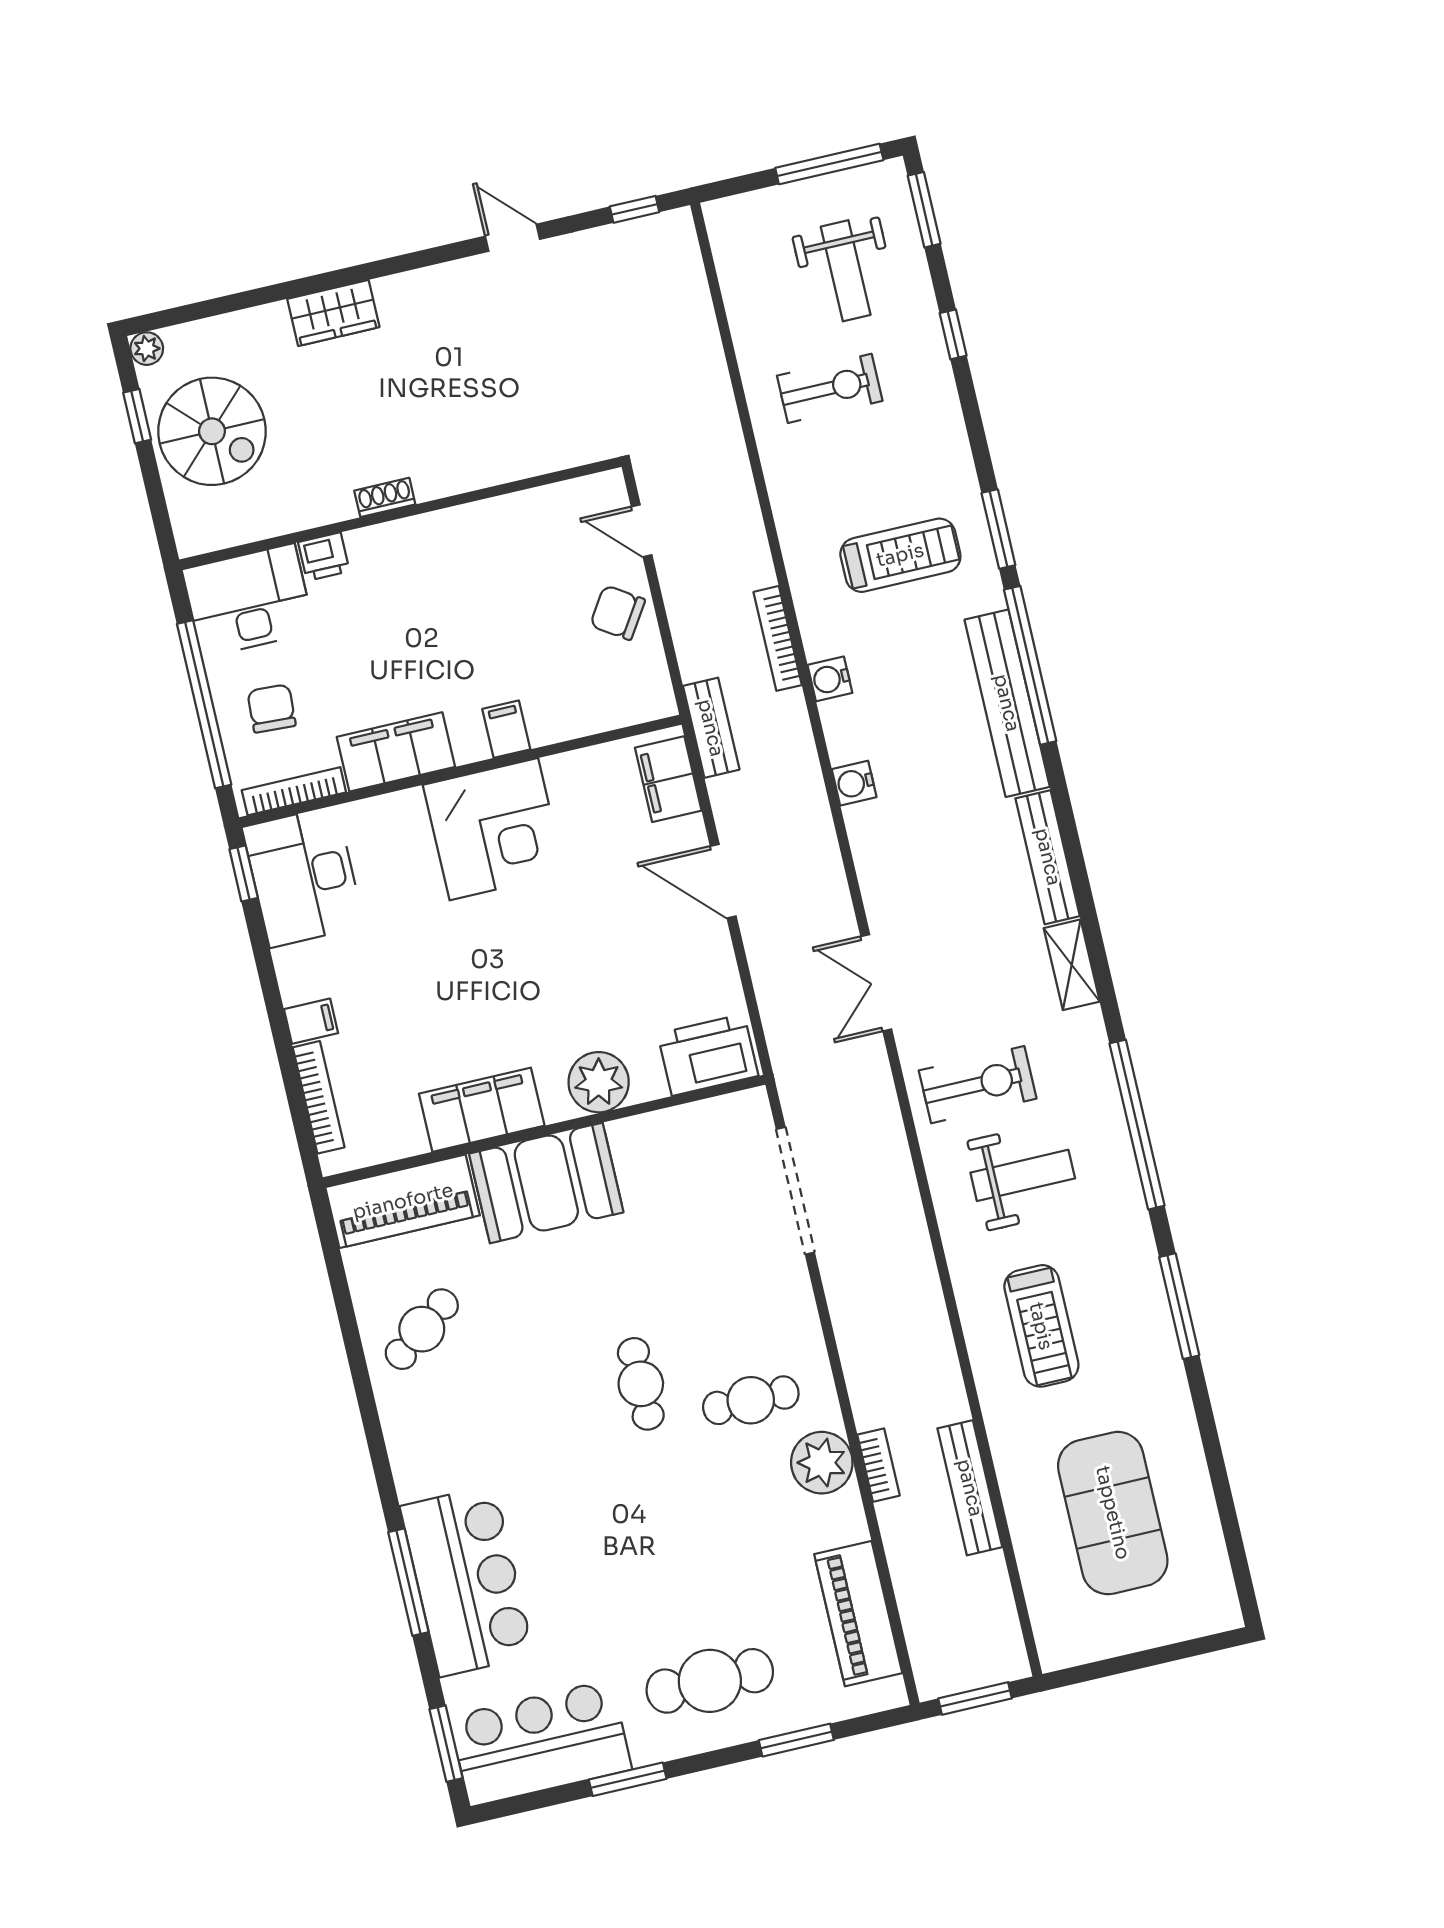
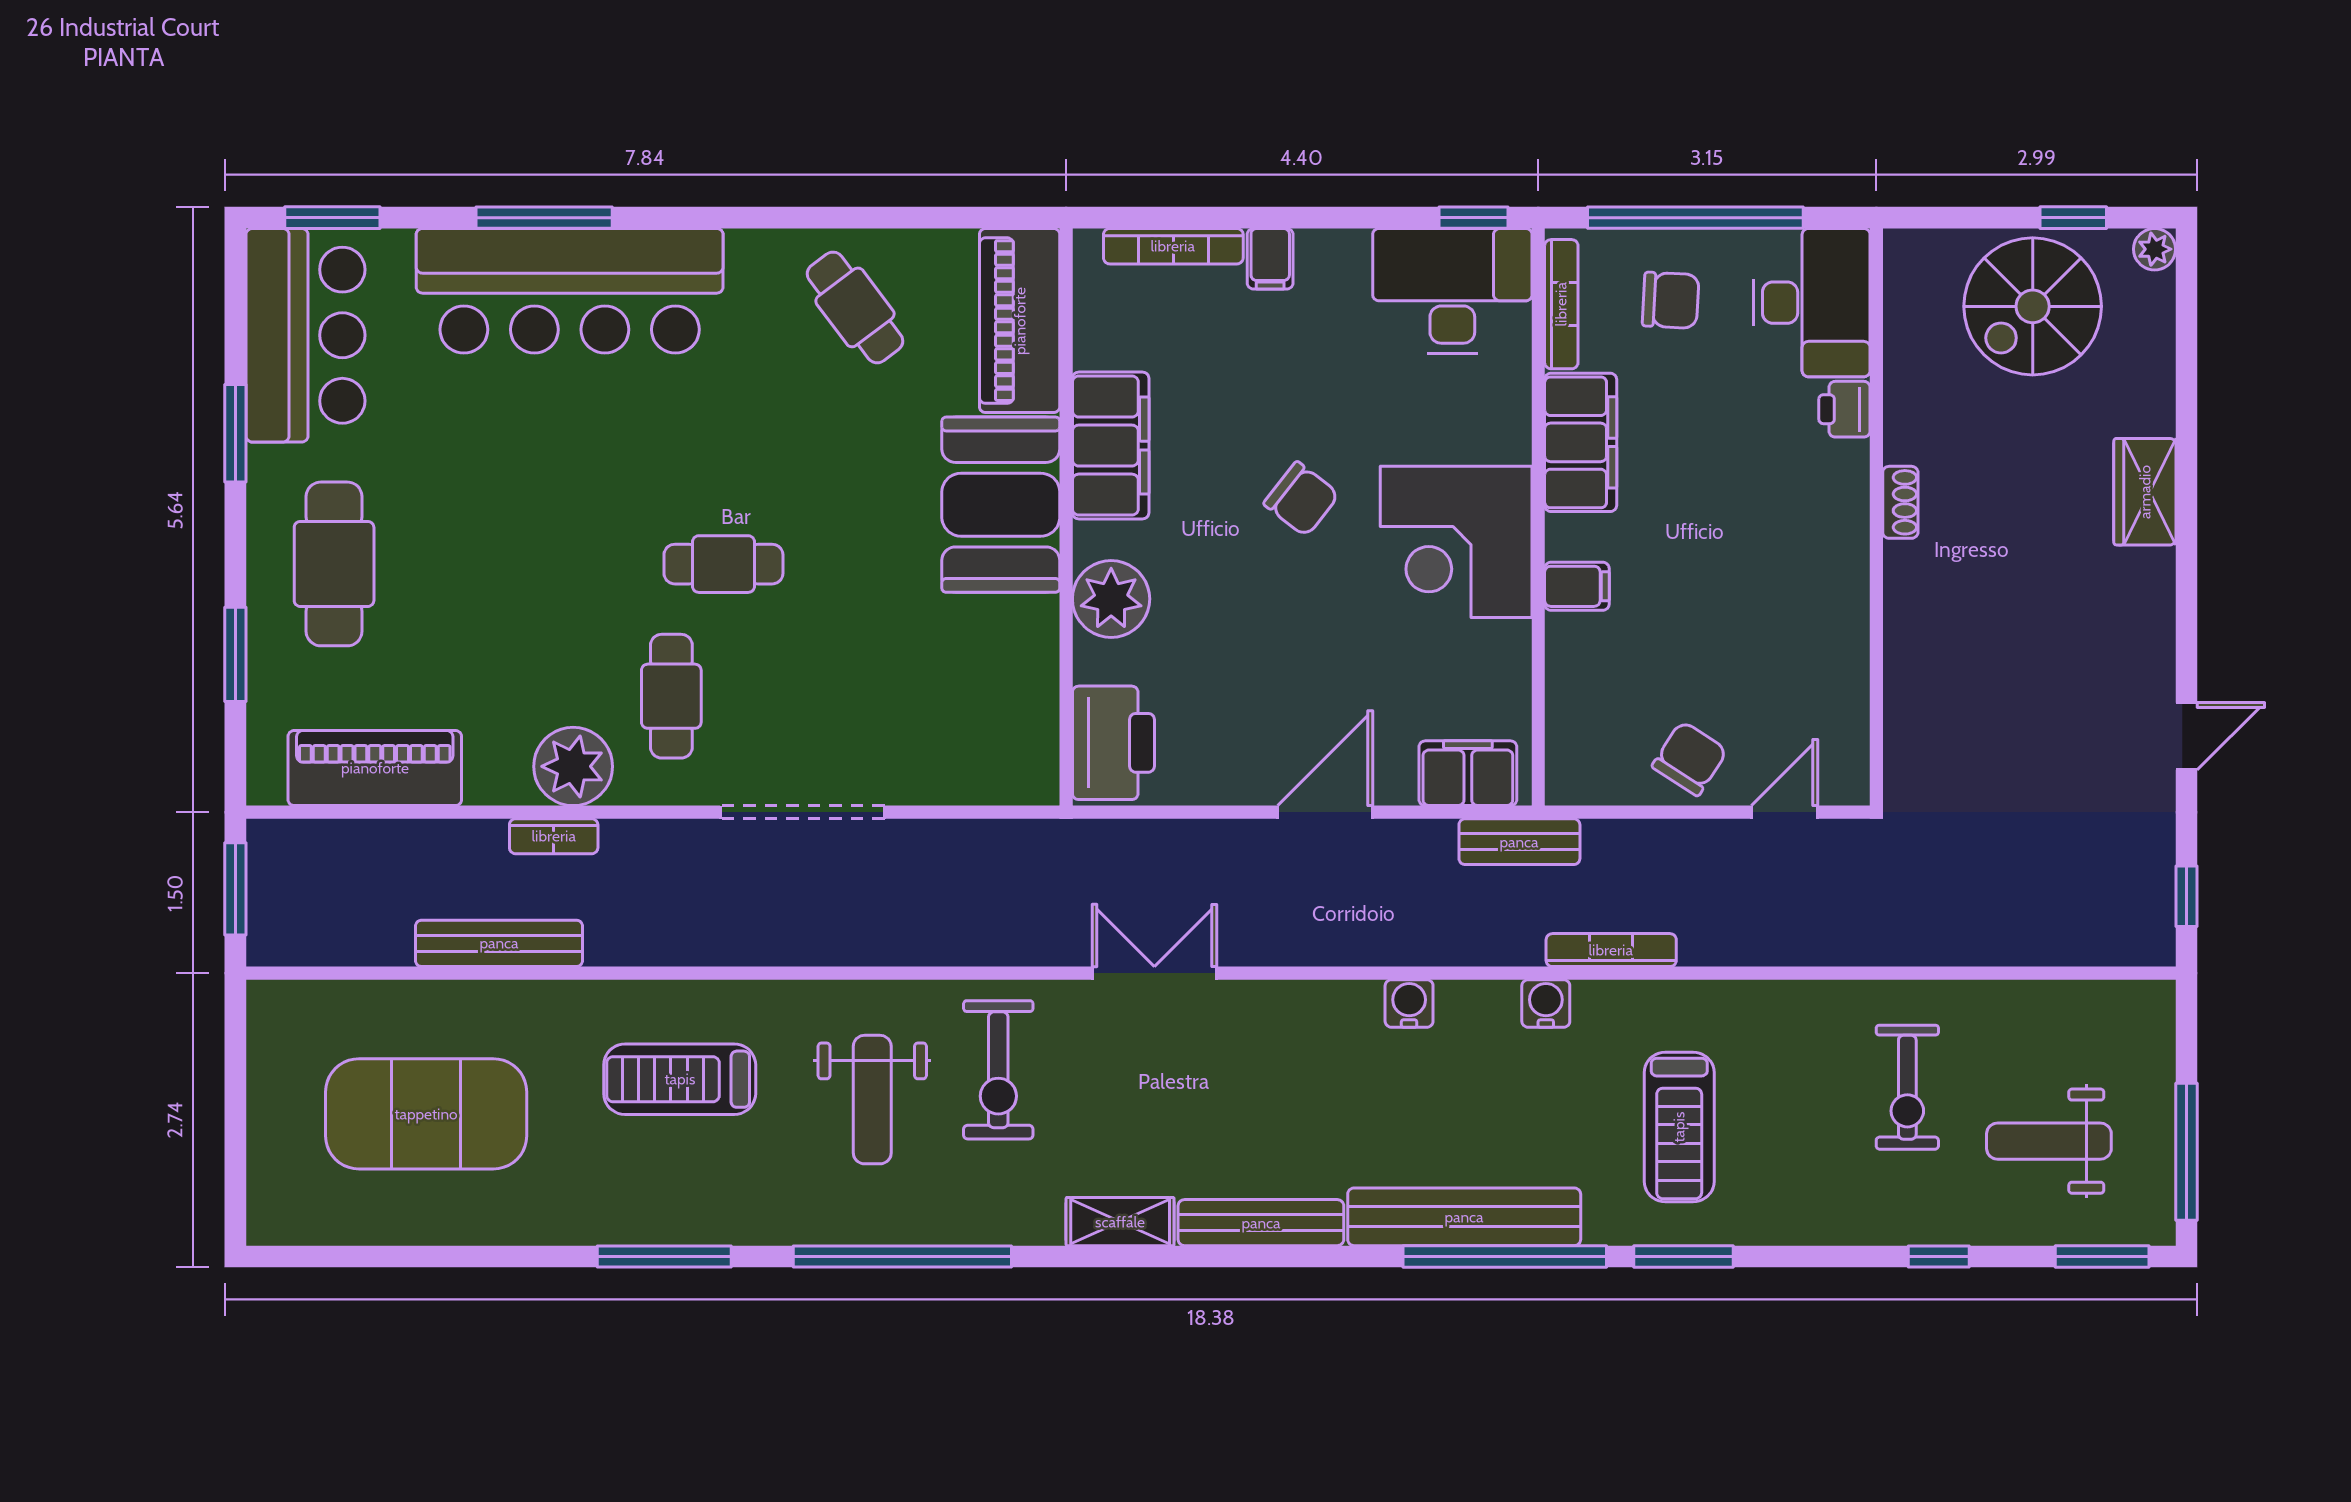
chair: (489, 955) -> (1301, 499), added
doorway: (795, 1191) -> (802, 812), moved
bar counter: (467, 1581) -> (570, 291), width x1.36

